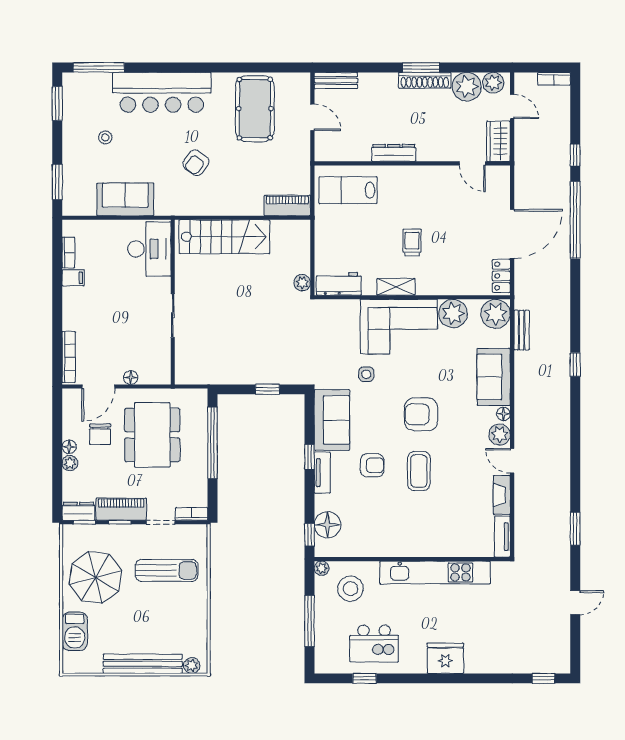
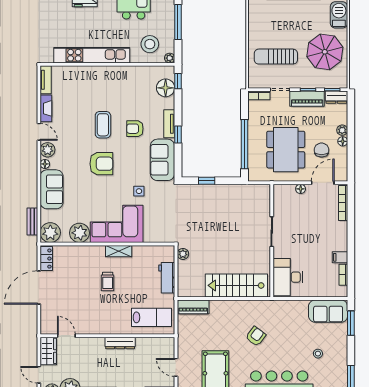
sofa: (125, 199) -> (328, 311), moved
workbench: (339, 284) -> (167, 278), moved, turned 90

